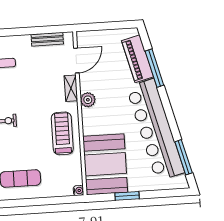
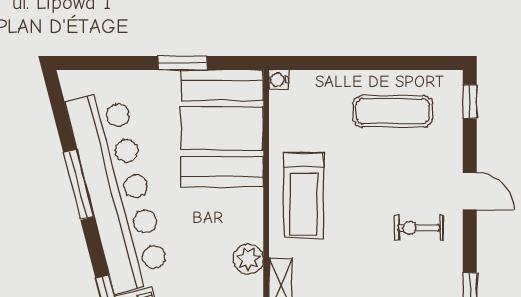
window: (184, 157) -> (79, 184), moved

